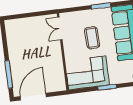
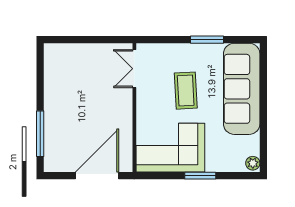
door: (33, 97) -> (97, 176), moved

